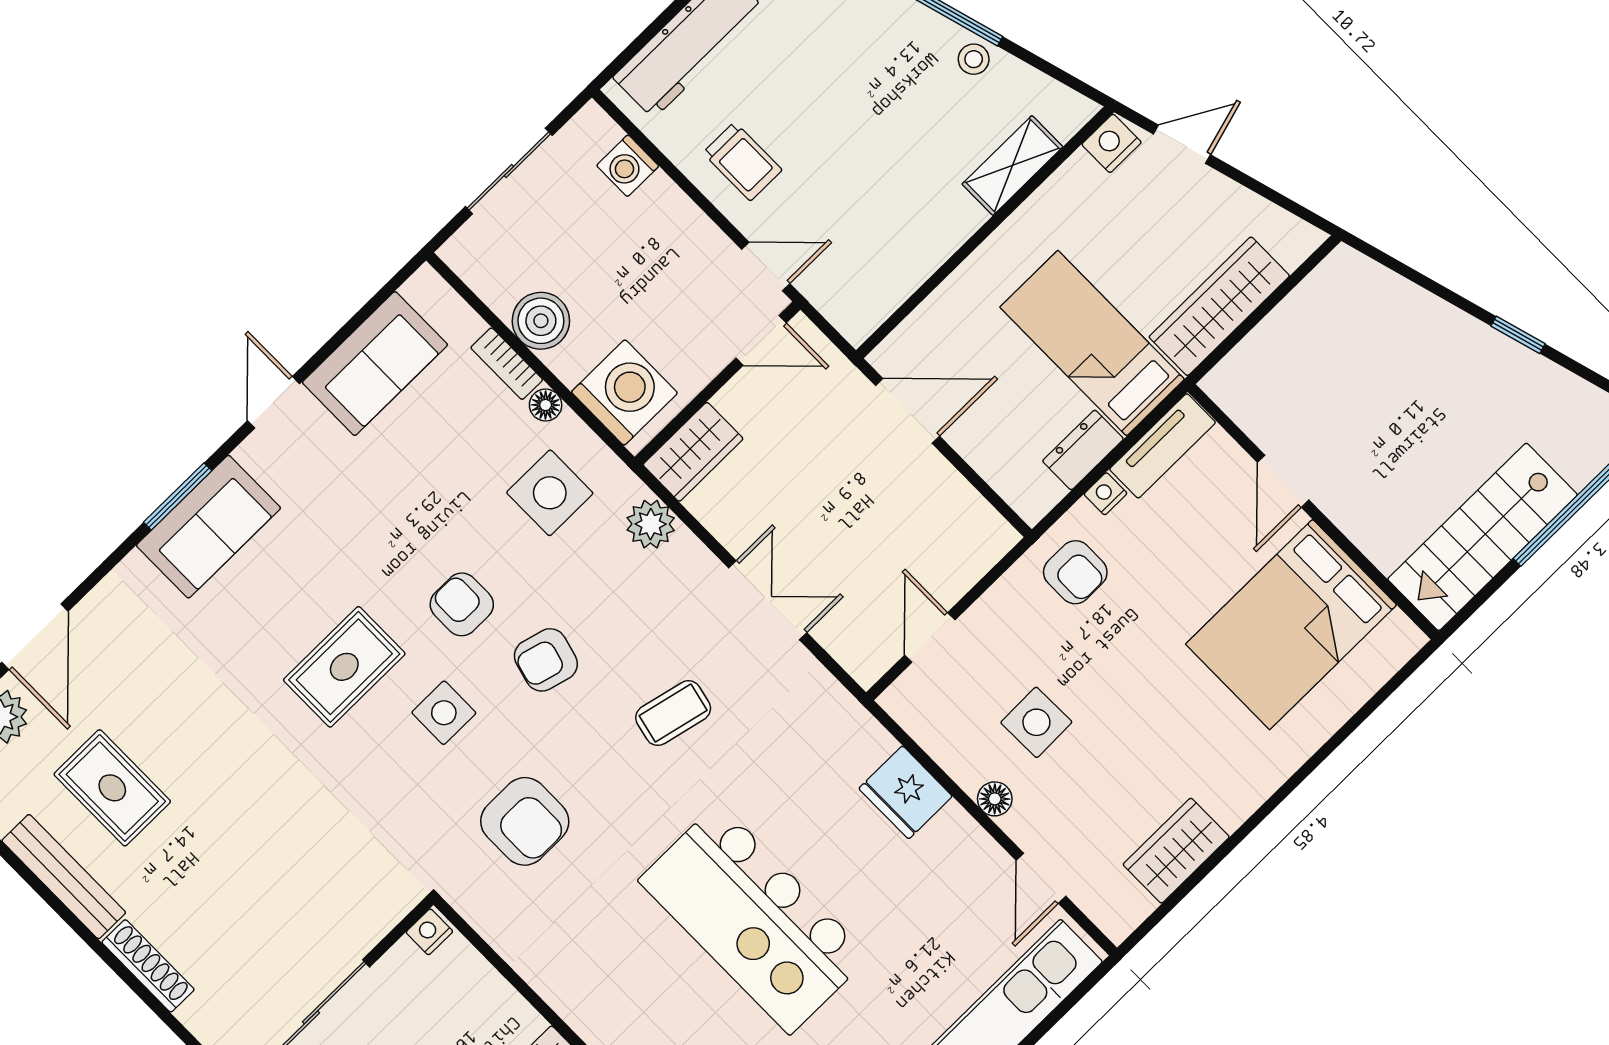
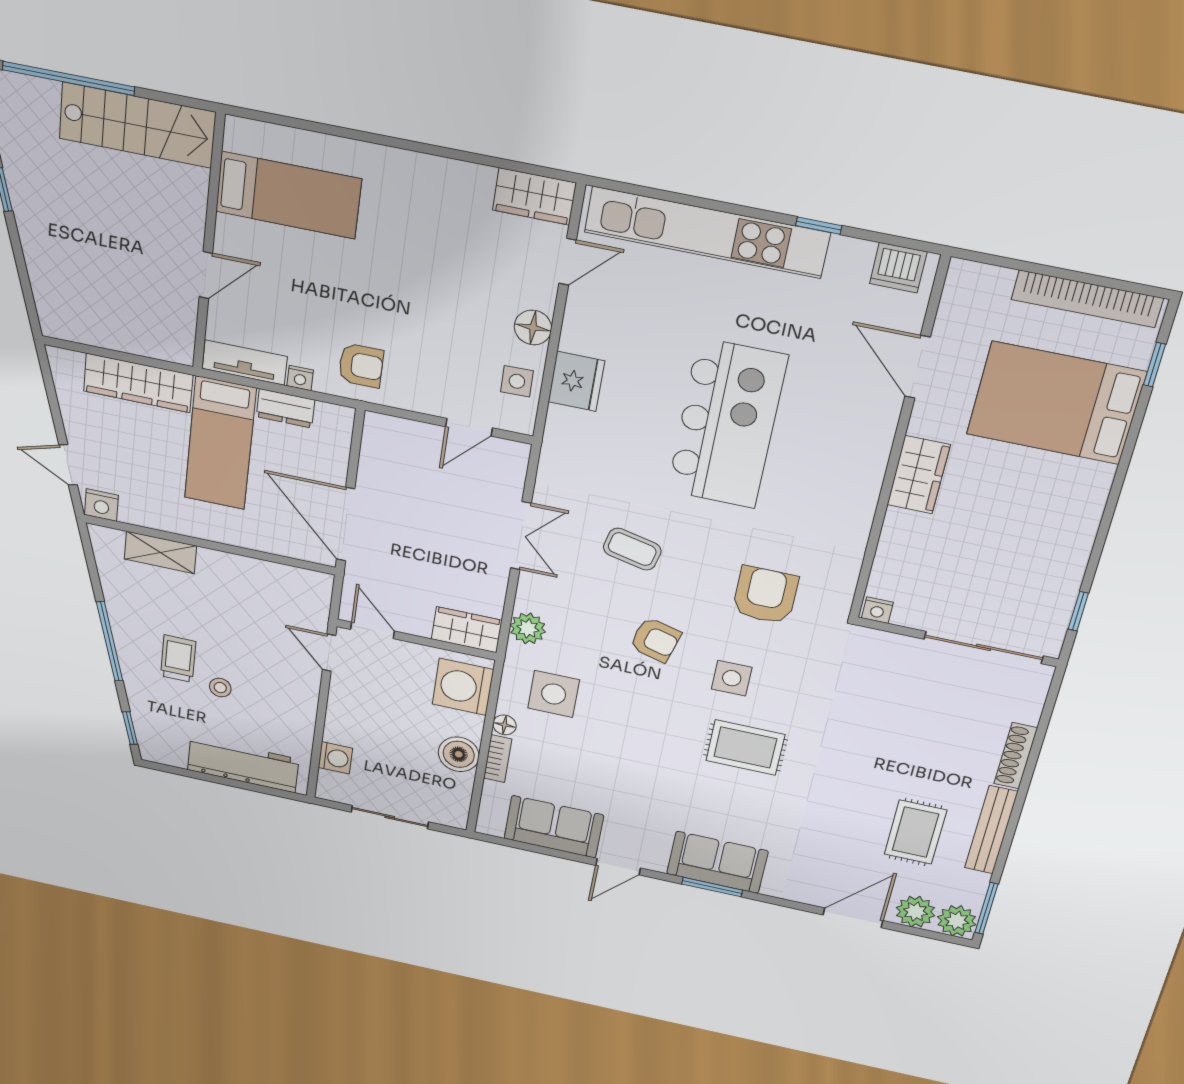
stool: (974, 59) -> (220, 688), moved
trolley: (742, 161) -> (178, 659), moved
door: (908, 411) -> (346, 524), width x1.36
armchair: (1075, 572) -> (361, 365), turned 90
double door: (768, 600) -> (521, 536), swing flipped
armchair: (462, 604) -> (658, 705), removed
bed: (1291, 624) -> (288, 195), width x0.67
side table: (1036, 722) -> (517, 381), moved, width x0.73, depth x0.73
floor lamp: (995, 799) -> (533, 327), width x1.37, depth x1.37
wardrobe: (1176, 851) -> (534, 196), moved

